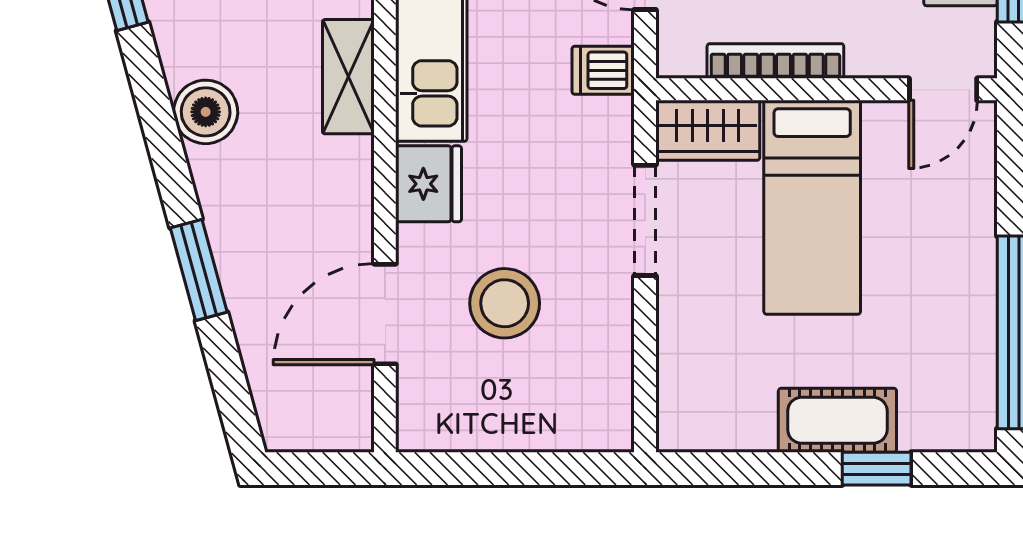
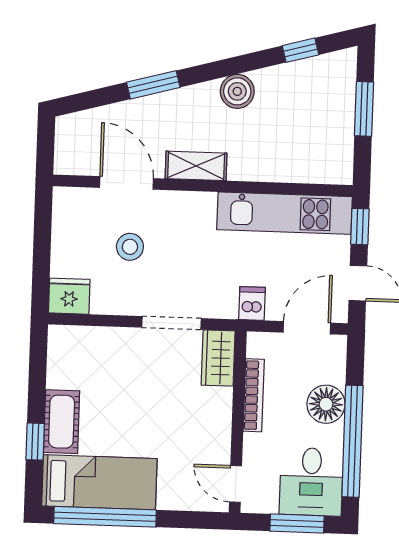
shelving: (348, 77) -> (196, 166), moved
fridge: (429, 184) -> (69, 296), moved, turned 180
bed: (812, 207) -> (99, 482), moved, turned 180
stool: (505, 303) -> (130, 247), width x0.73, depth x0.73

